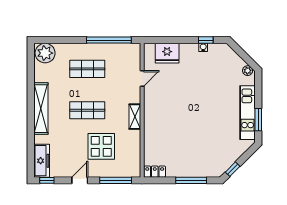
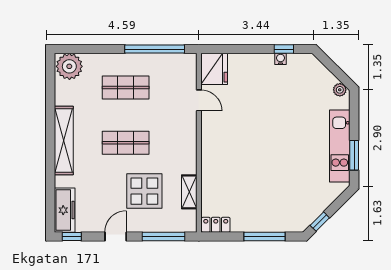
fridge: (167, 53) -> (214, 69), moved, turned -90
door: (142, 79) -> (199, 100), hinge flipped
shelving: (135, 117) -> (189, 192), moved

